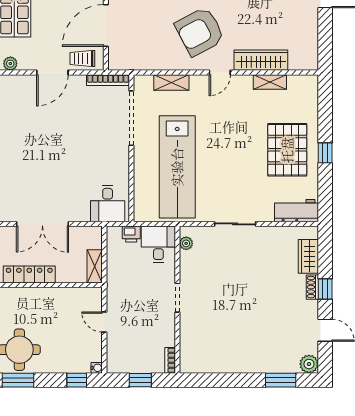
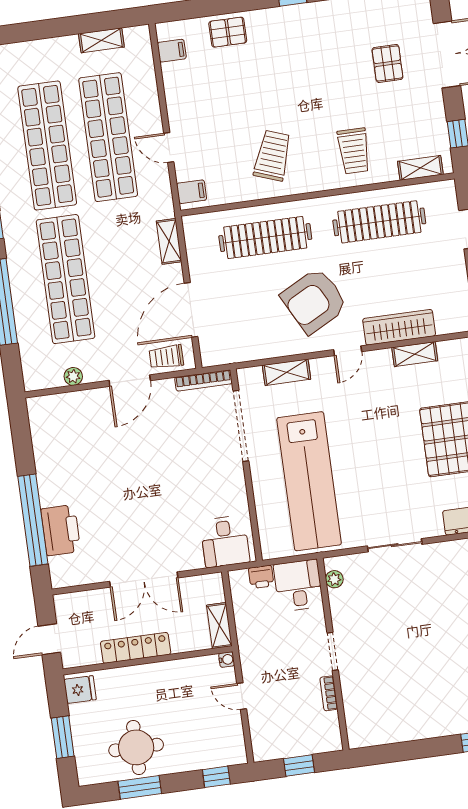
bookcase: (170, 360) -> (329, 693), moved
water cooler: (97, 368) -> (227, 660), moved

